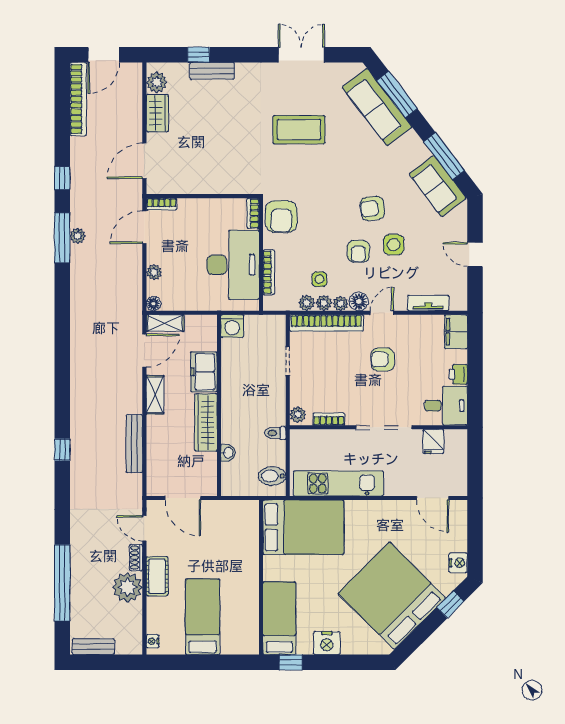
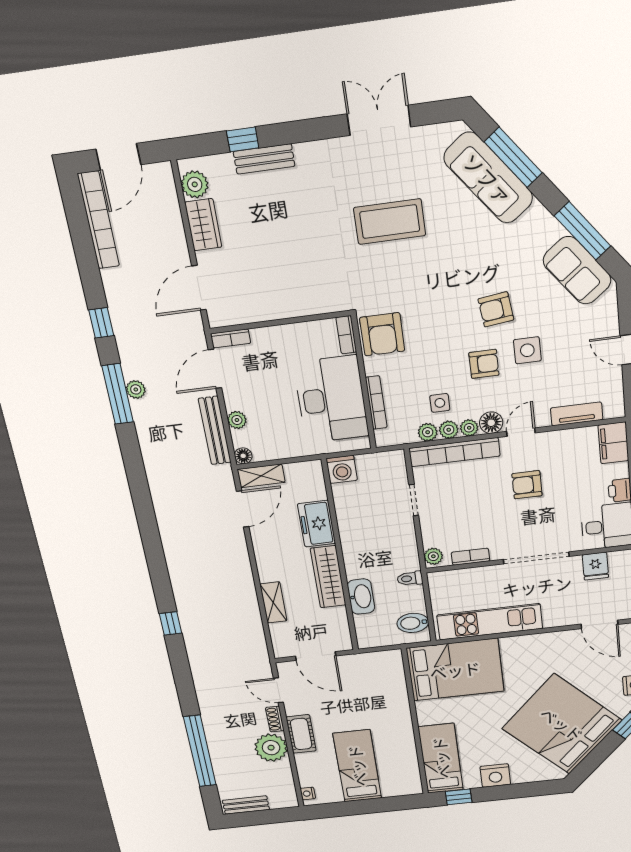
armchair: (358, 251) -> (484, 364), turned -90
shelving: (155, 395) -> (273, 602), moved
bench: (134, 444) -> (215, 431), moved
washbasin: (228, 453) -> (361, 597), width x1.91, depth x1.45

